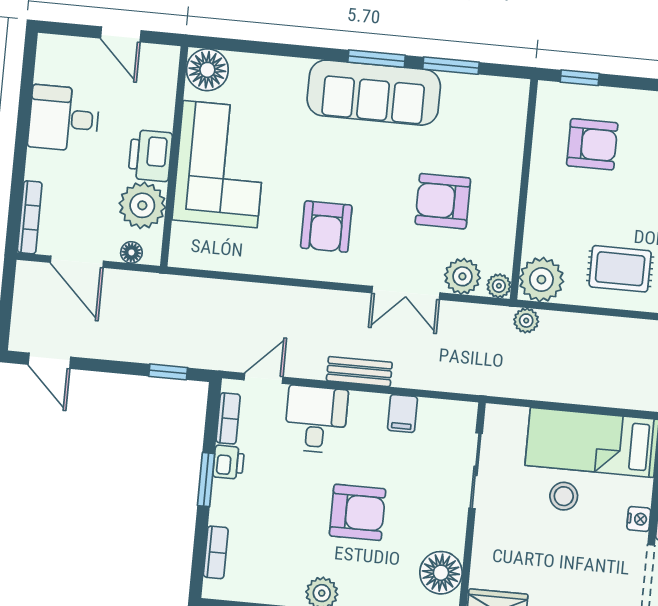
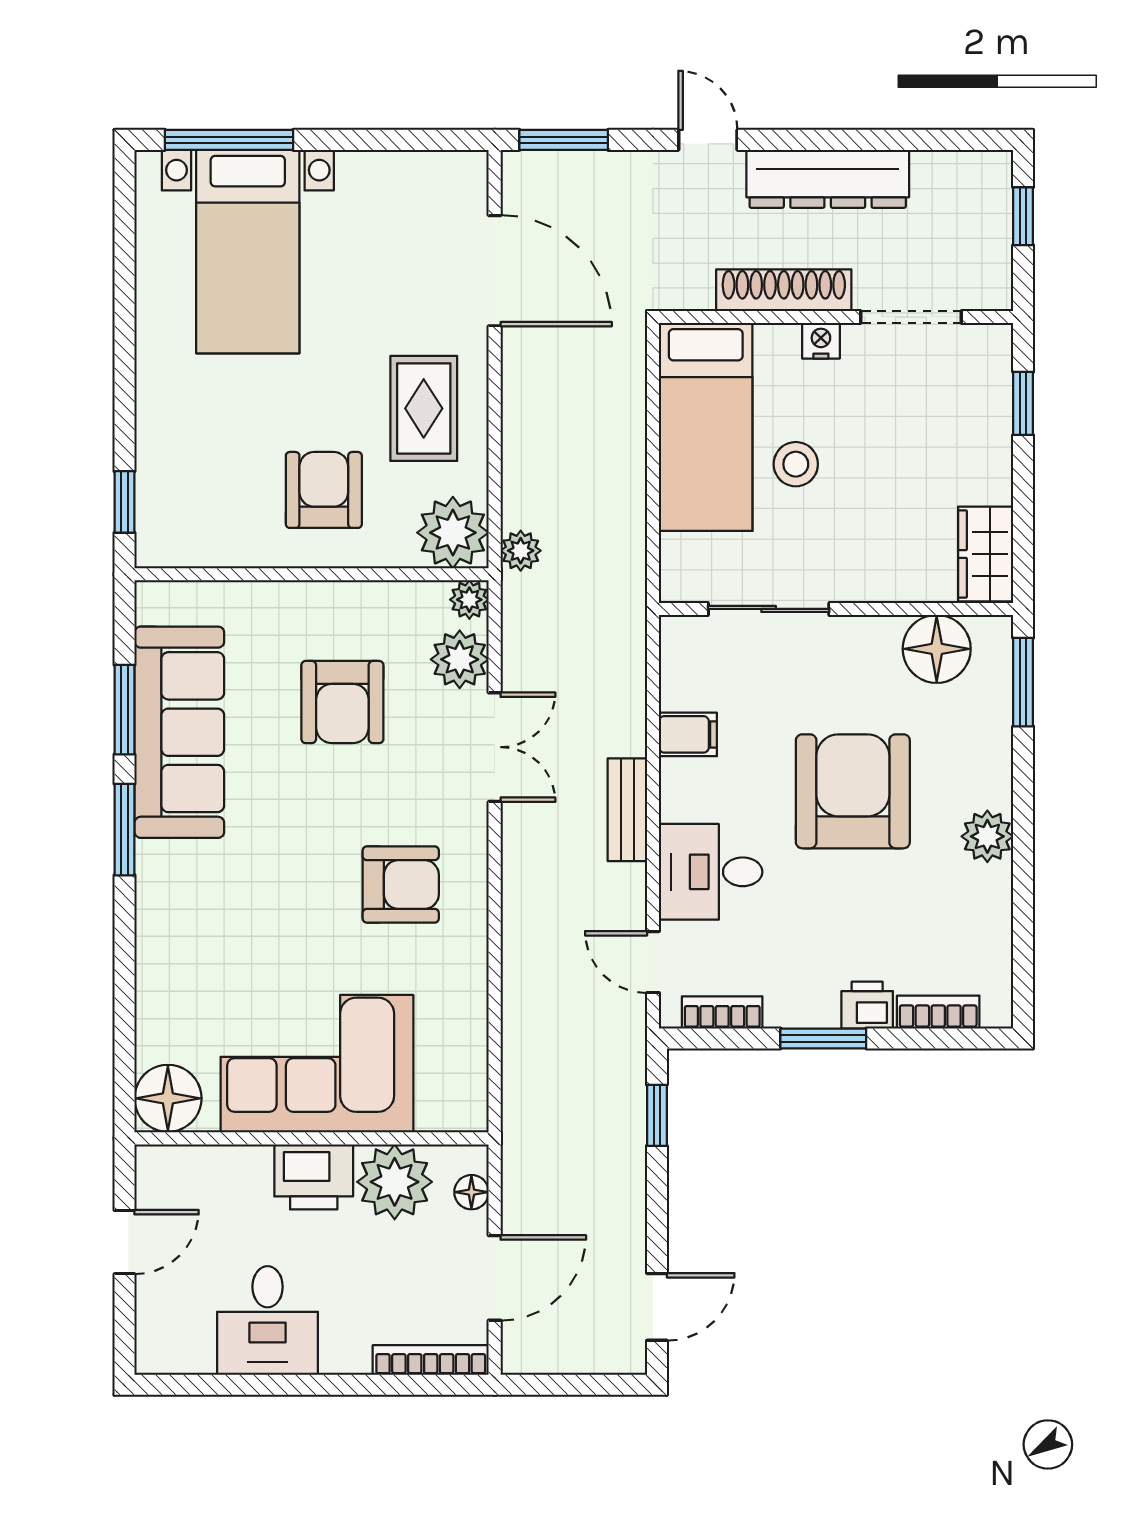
sofa: (374, 93) -> (179, 732), moved
armchair: (592, 144) -> (324, 490), moved
printer: (229, 462) -> (867, 1005), moved
armchair: (358, 512) -> (853, 791), width x1.36, depth x1.36

